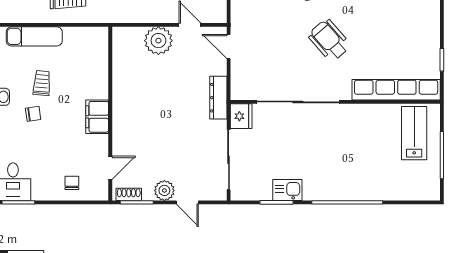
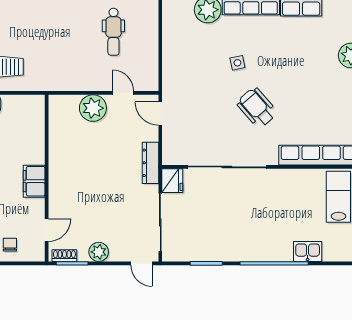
kitchen sink: (287, 190) -> (308, 251), moved
door: (187, 202) -> (142, 263), moved

